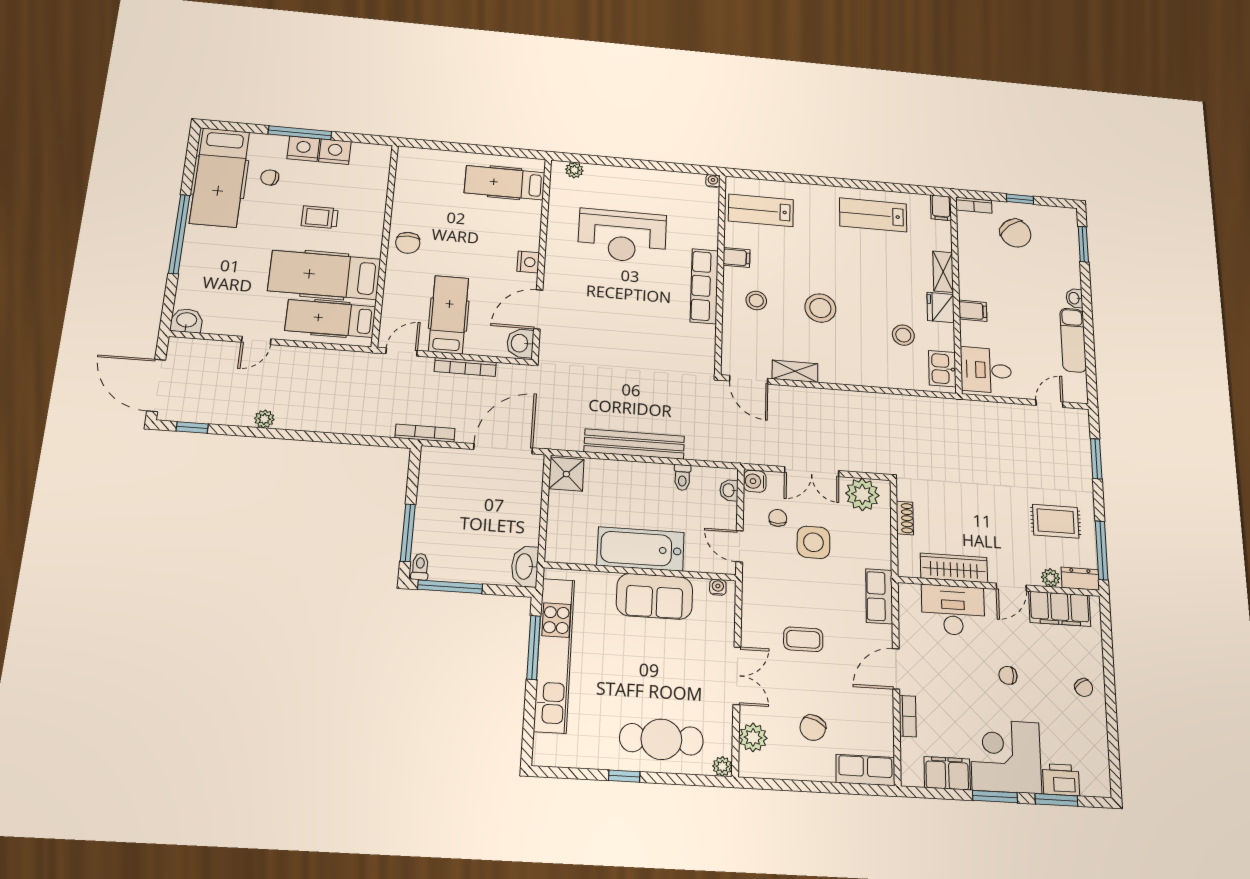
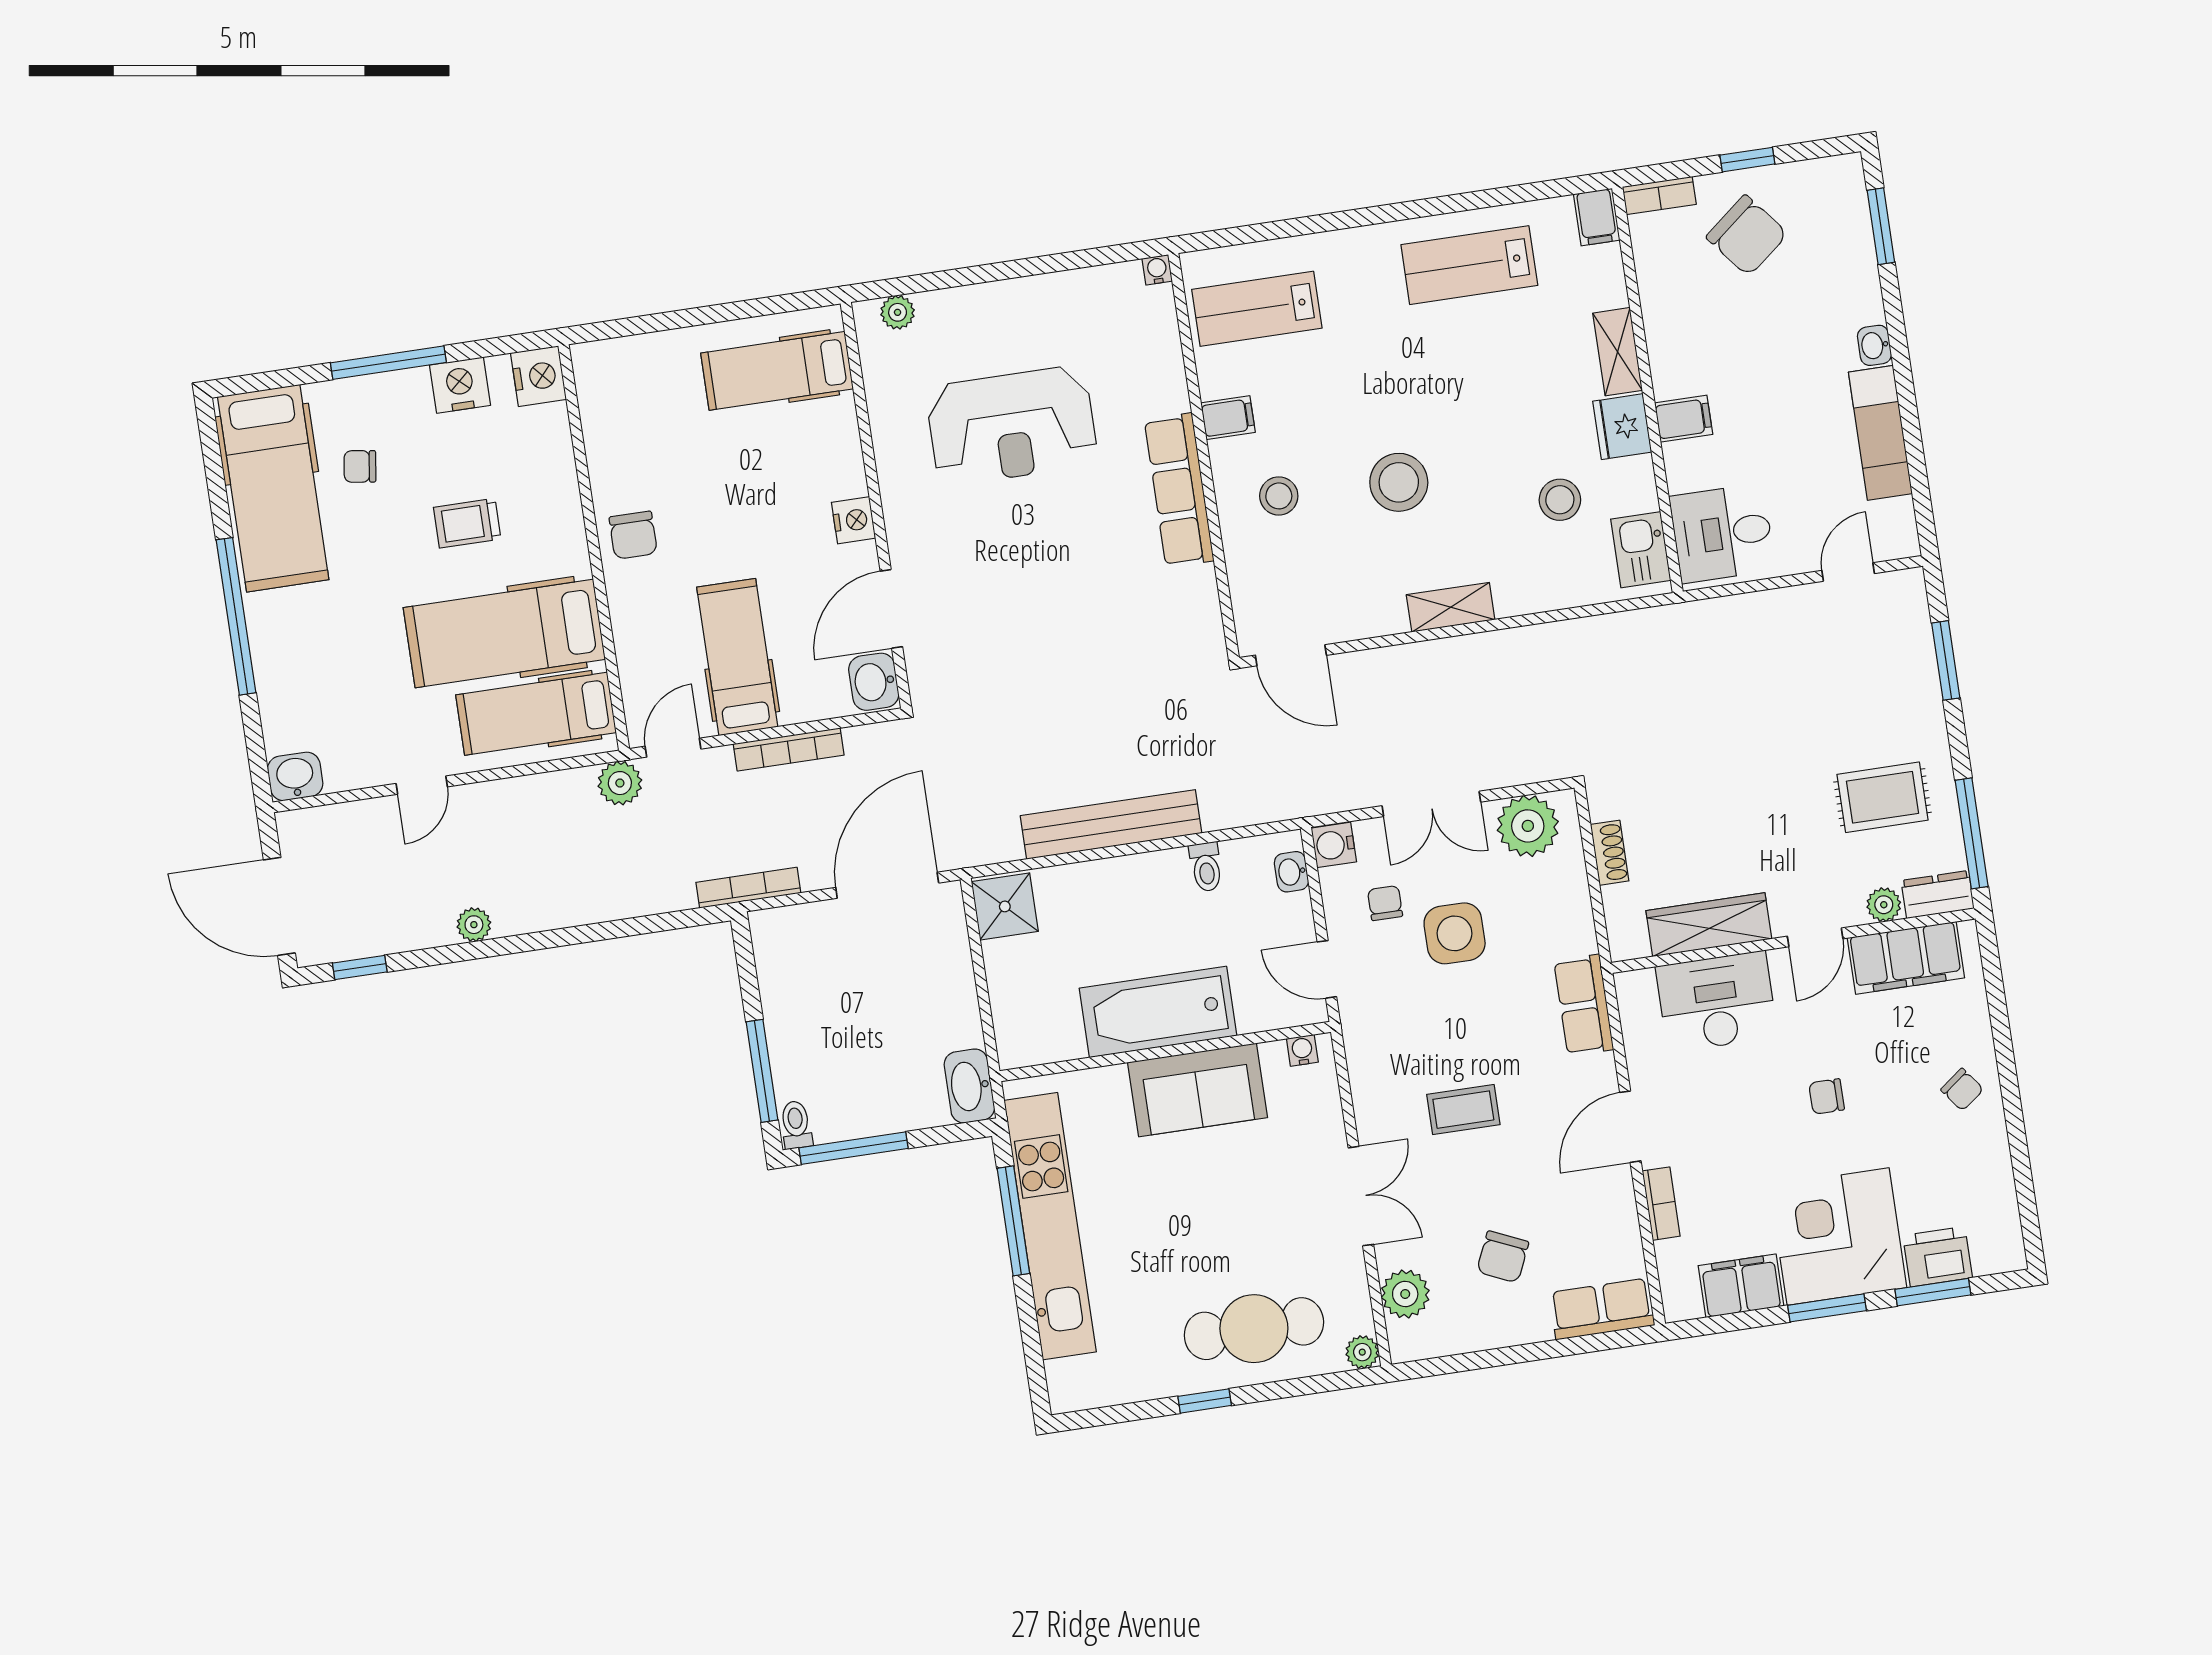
nightstand: (303, 149) -> (539, 376), moved, turned 90
plant: (367, 364) -> (620, 783), added
shelving: (795, 371) -> (1451, 607), moved

